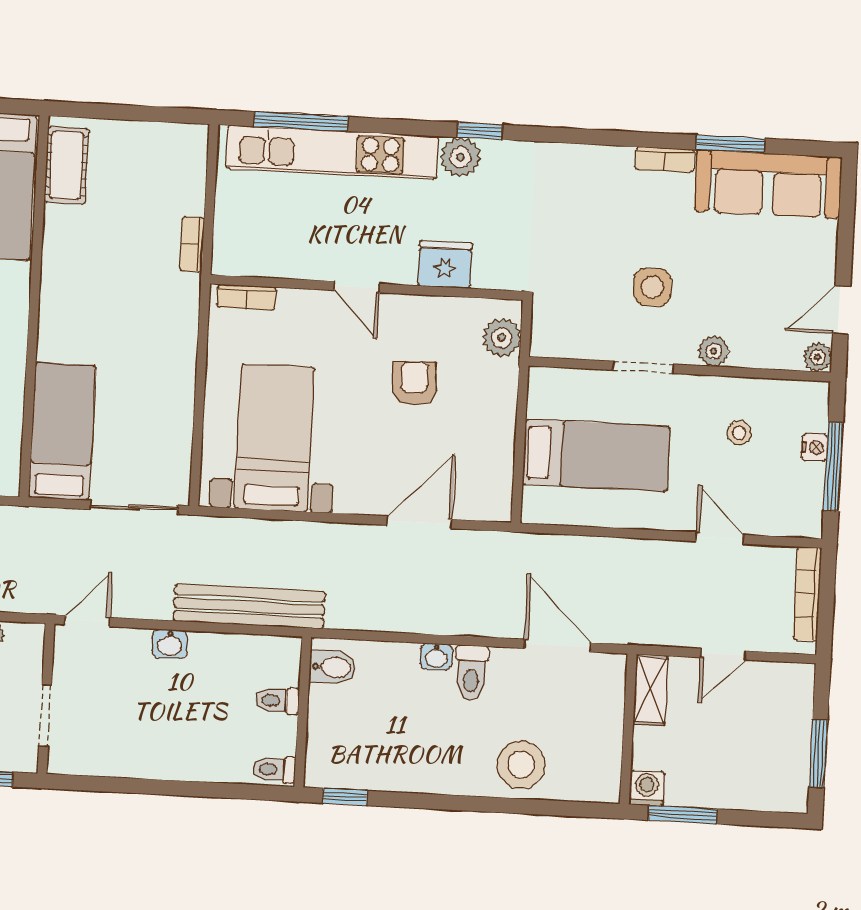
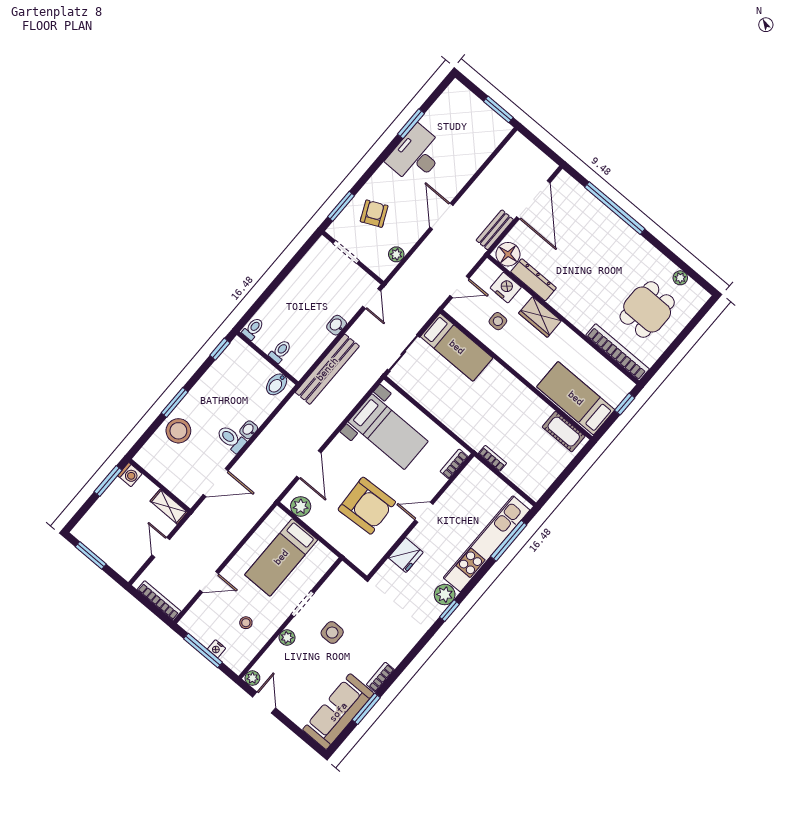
plant: (502, 338) -> (301, 506), moved
armchair: (414, 383) -> (367, 506), width x1.88, depth x1.88
window: (481, 804) -> (175, 402), added

